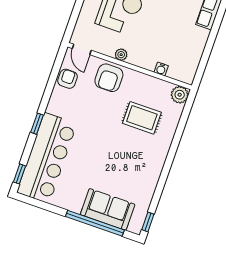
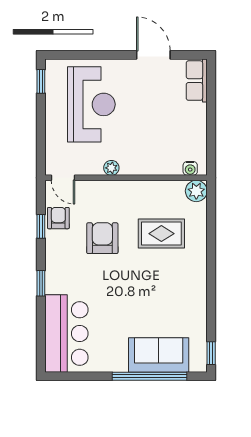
water cooler: (161, 69) -> (190, 168), moved
armchair: (109, 78) -> (102, 238), moved, turned 180
bar counter: (47, 158) -> (66, 334), width x0.73
window: (19, 174) -> (41, 226), moved

